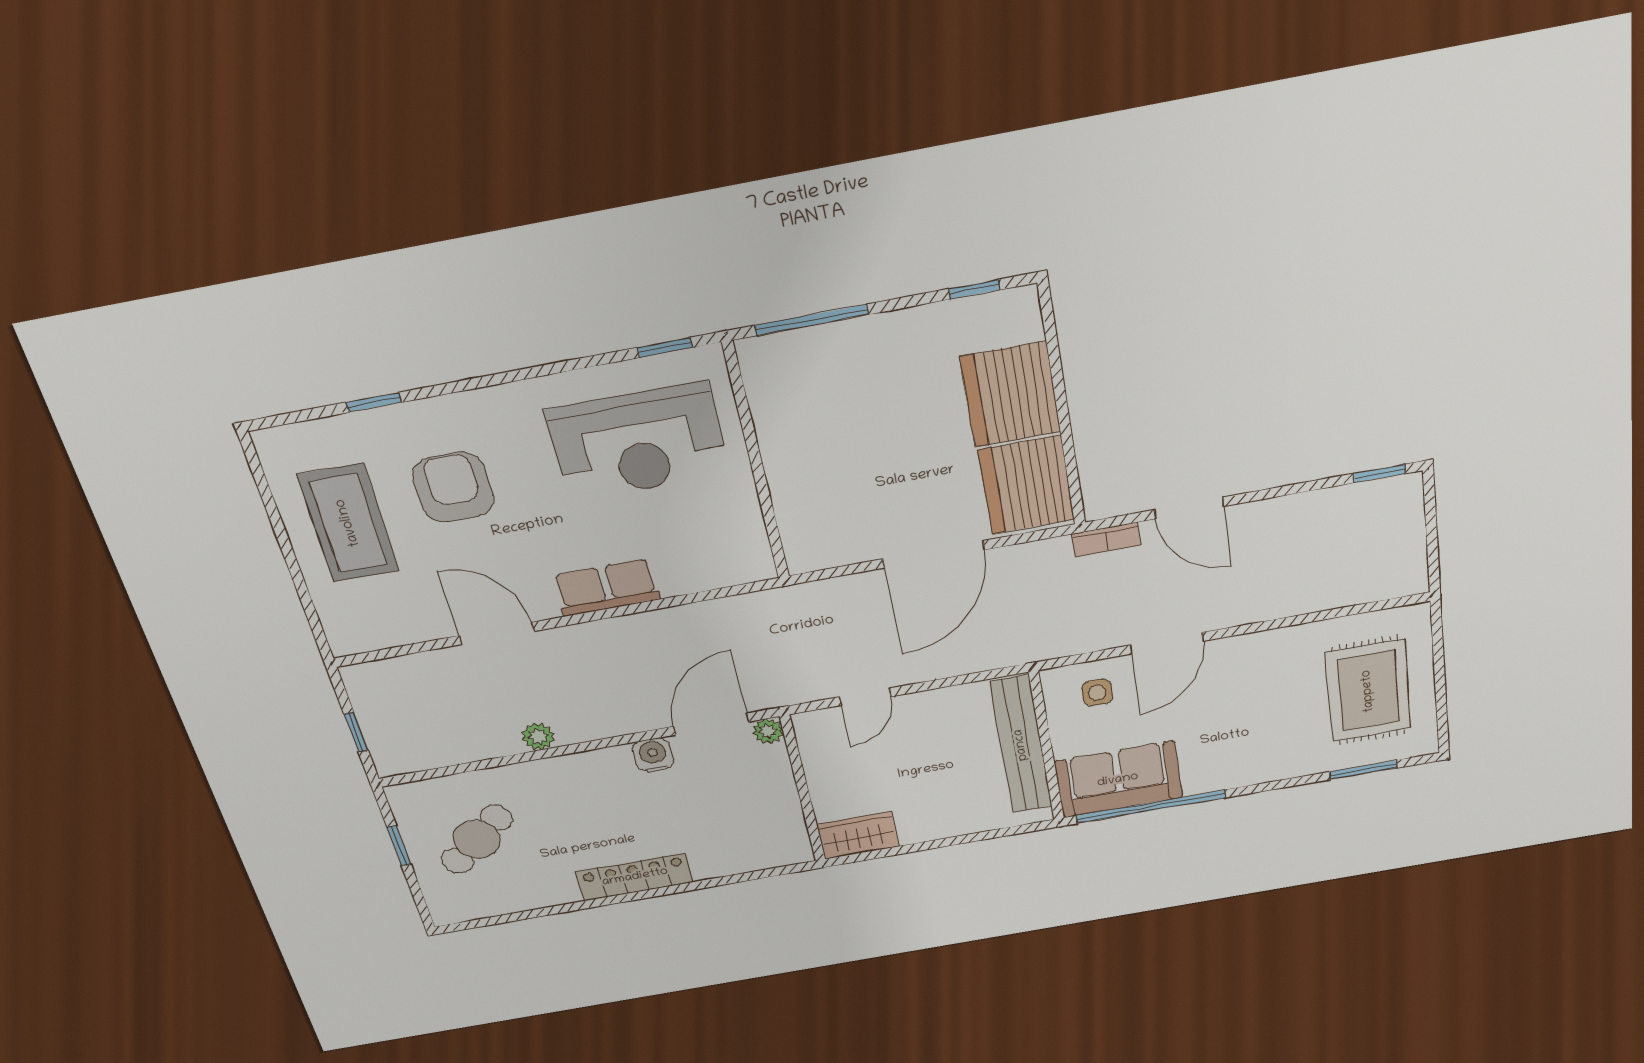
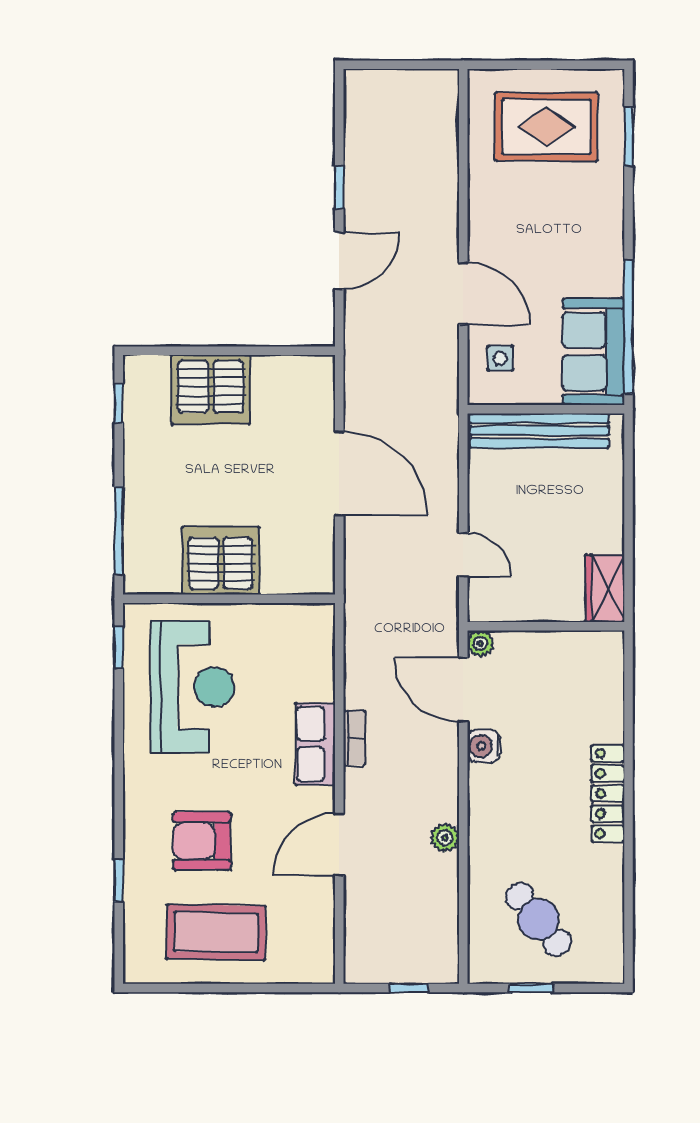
window: (1379, 474) -> (339, 188), moved
server rack: (1026, 485) -> (221, 561), moved, turned 180
bookcase: (1106, 539) -> (354, 738), moved

